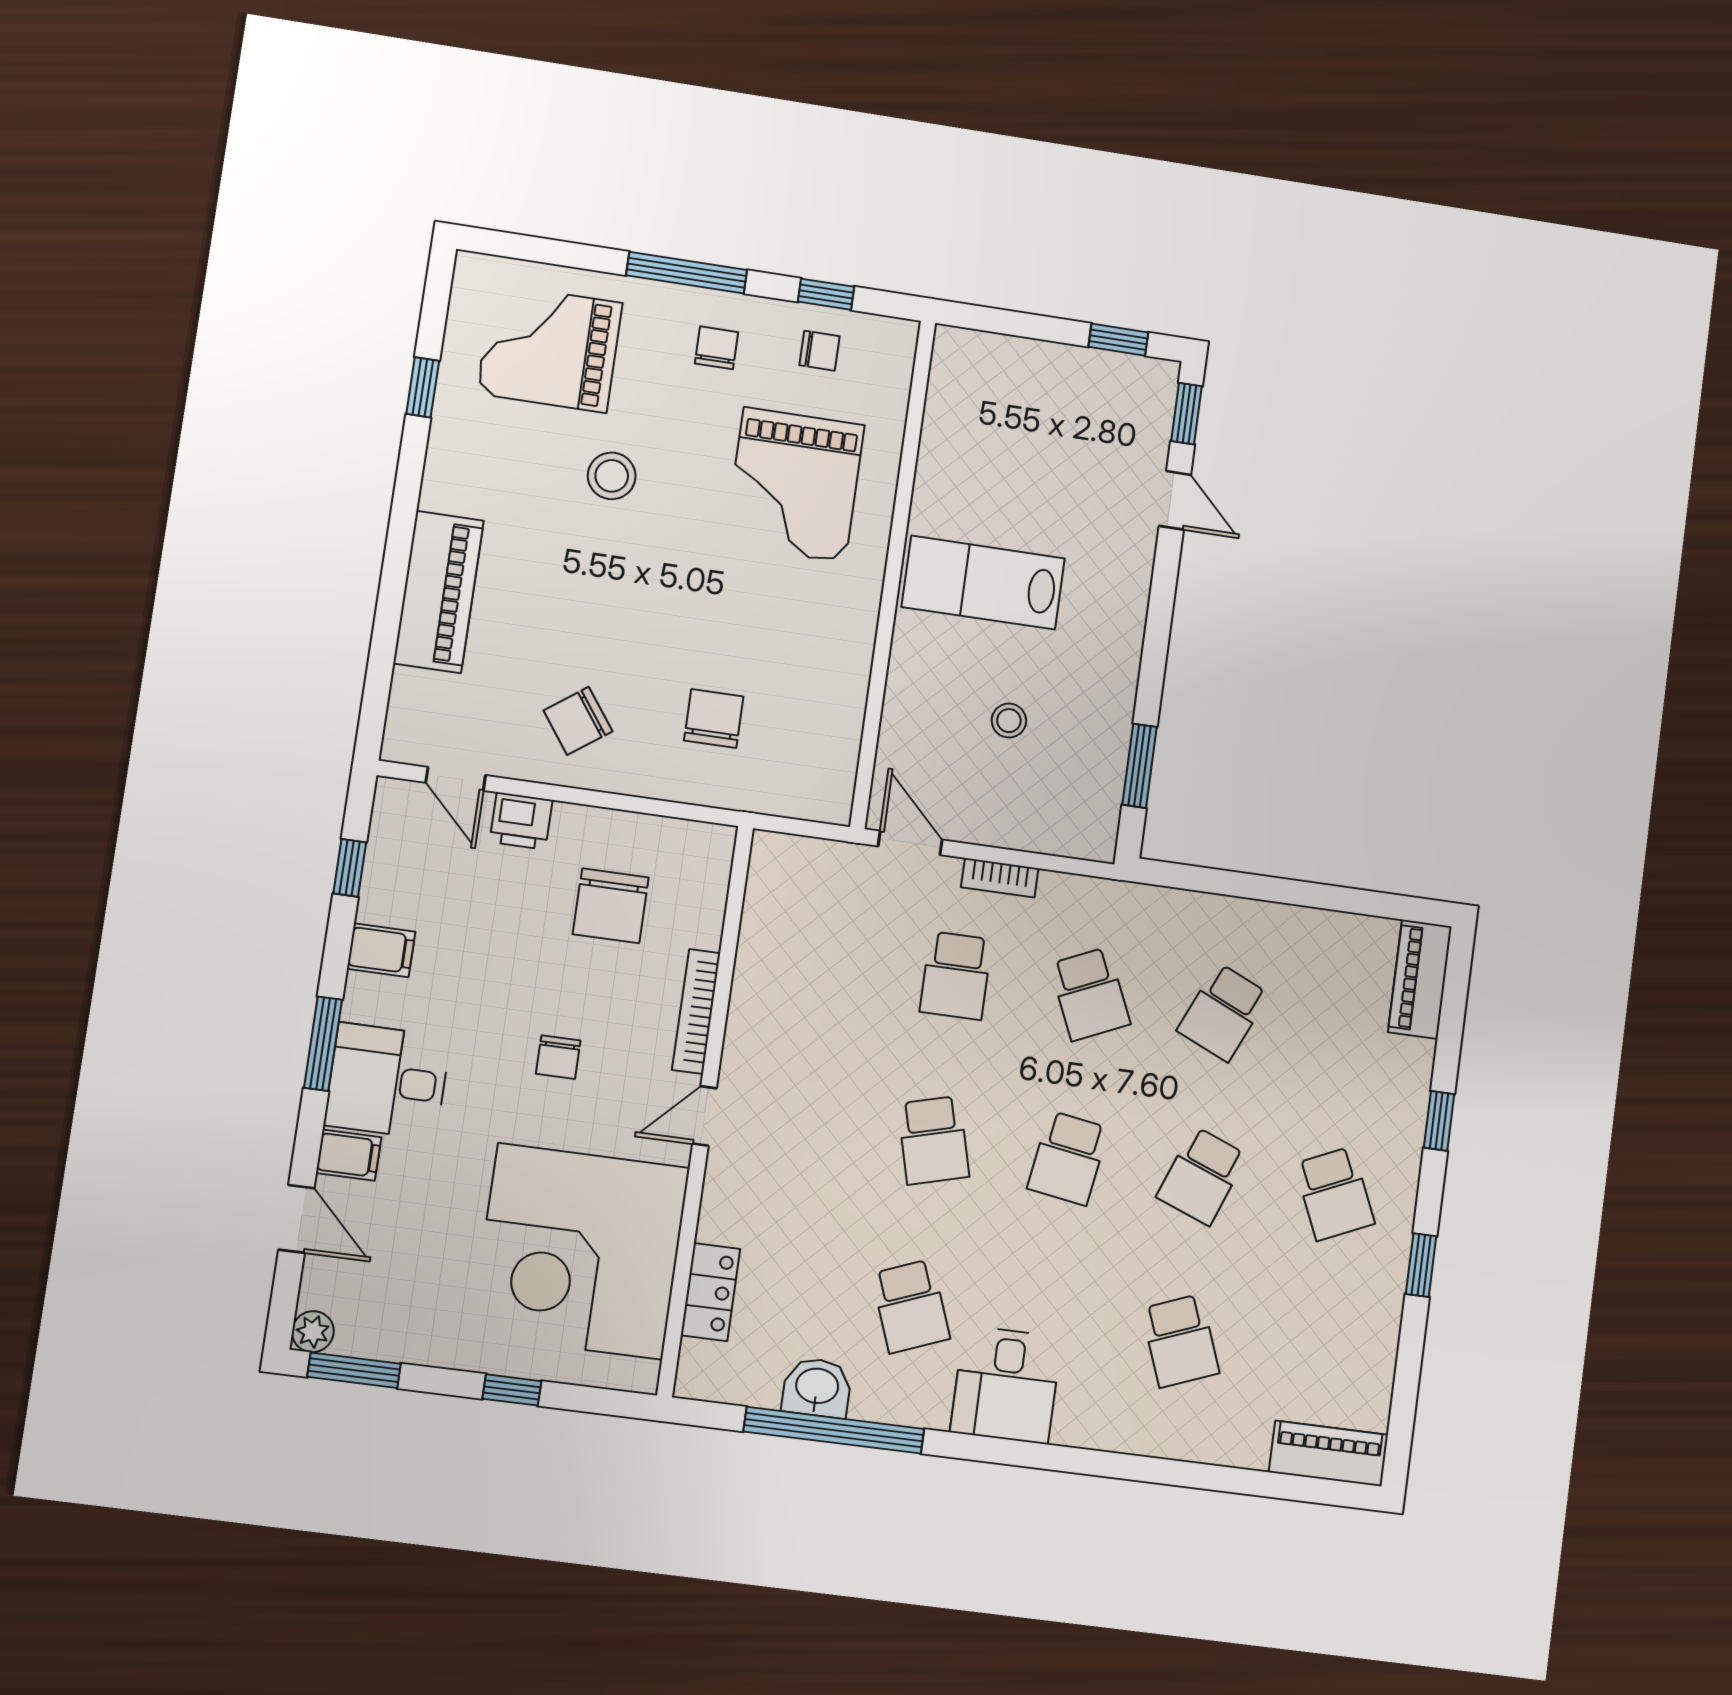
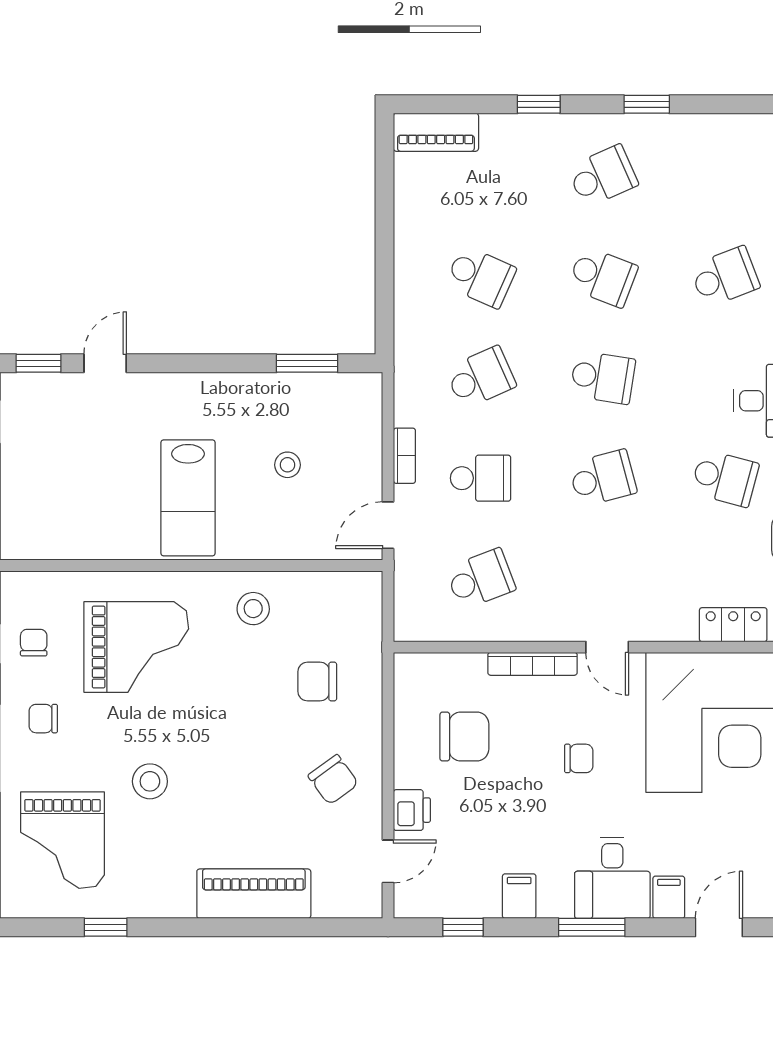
stool: (824, 647) -> (253, 609), added
school desk: (821, 957) -> (481, 579), added
school desk: (911, 1306) -> (725, 478), turned 36

